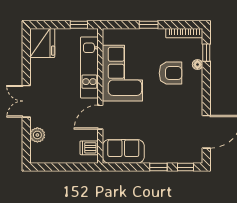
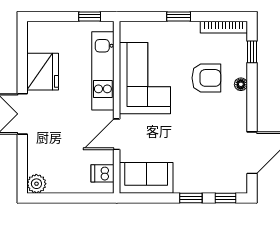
fridge: (42, 43) -> (43, 72), moved
floor lamp: (197, 65) -> (241, 84), moved
plant: (37, 135) -> (36, 184), moved

